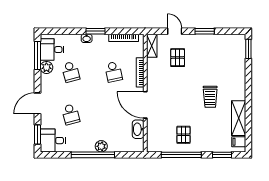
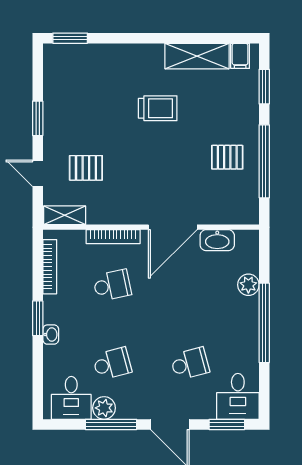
door: (175, 31) -> (38, 173), hinge flipped
window: (37, 56) -> (111, 424), moved
plant: (101, 146) -> (248, 285), moved

